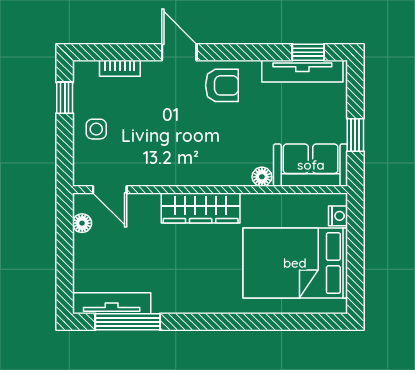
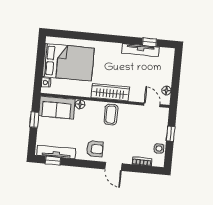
armchair: (222, 85) -> (95, 149), turned 180
window: (65, 98) -> (171, 134), moved
side table: (96, 129) -> (159, 148), moved
coffee table: (195, 161) -> (111, 115), added
tv unit: (112, 303) -> (140, 50), moved
window: (128, 322) -> (149, 42), width x0.46

